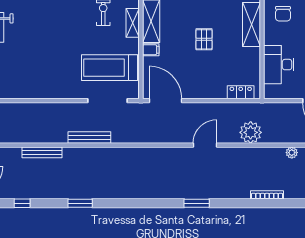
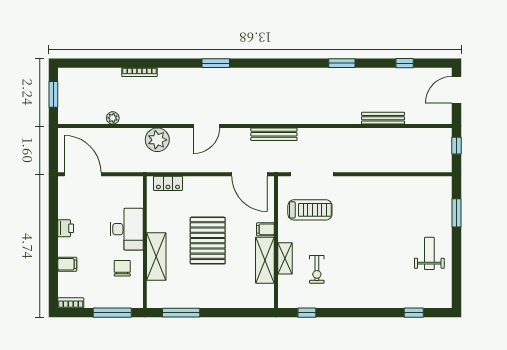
pallet: (204, 39) -> (208, 241), width x2.05, depth x2.00
desk: (279, 65) -> (127, 229), moved
treadmill: (110, 68) -> (310, 210), width x0.73, depth x0.73
bench: (89, 138) -> (274, 134), moved

